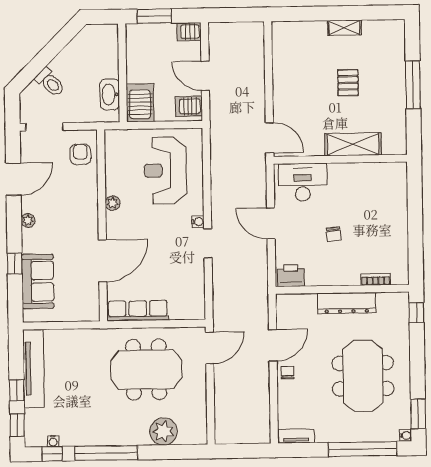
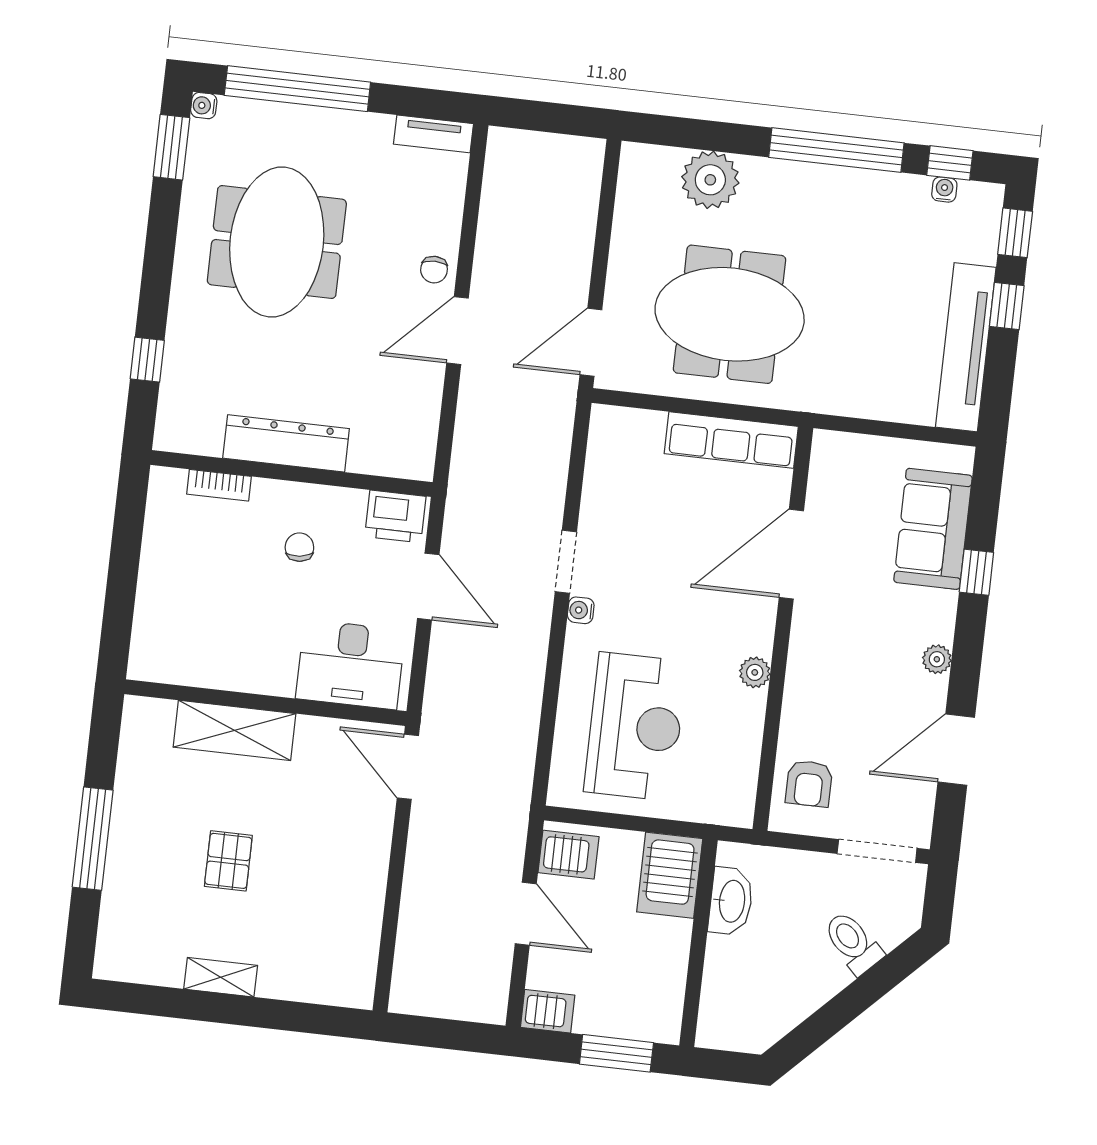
printer: (291, 276) -> (395, 516), moved
bookcase: (376, 279) -> (219, 485), moved
wall: (342, 289) -> (291, 474), moved
dresser: (347, 303) -> (286, 443), moved

